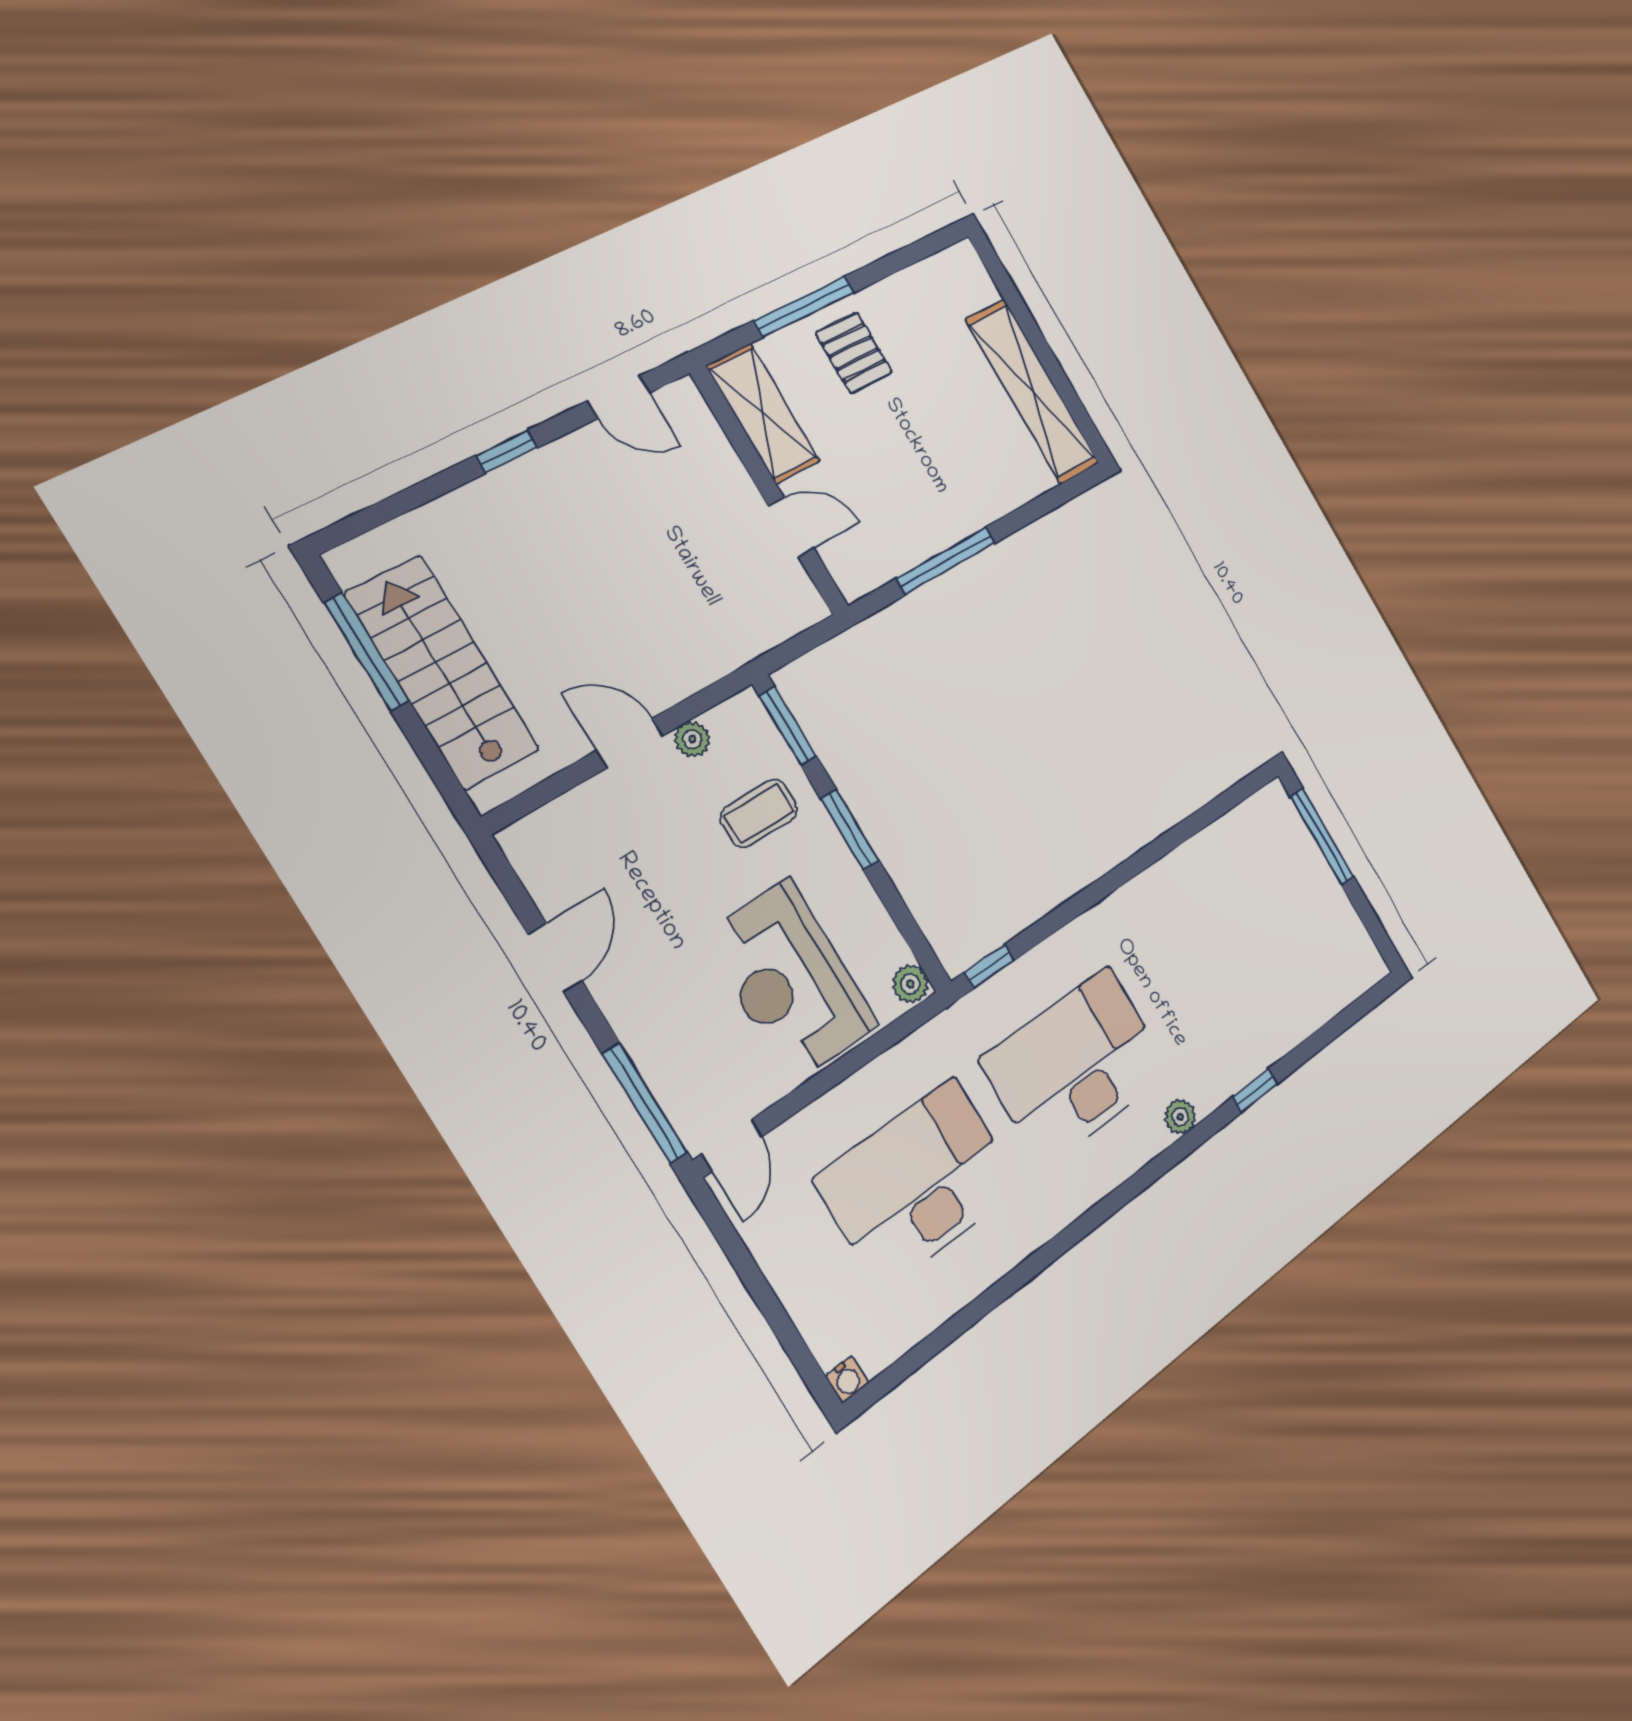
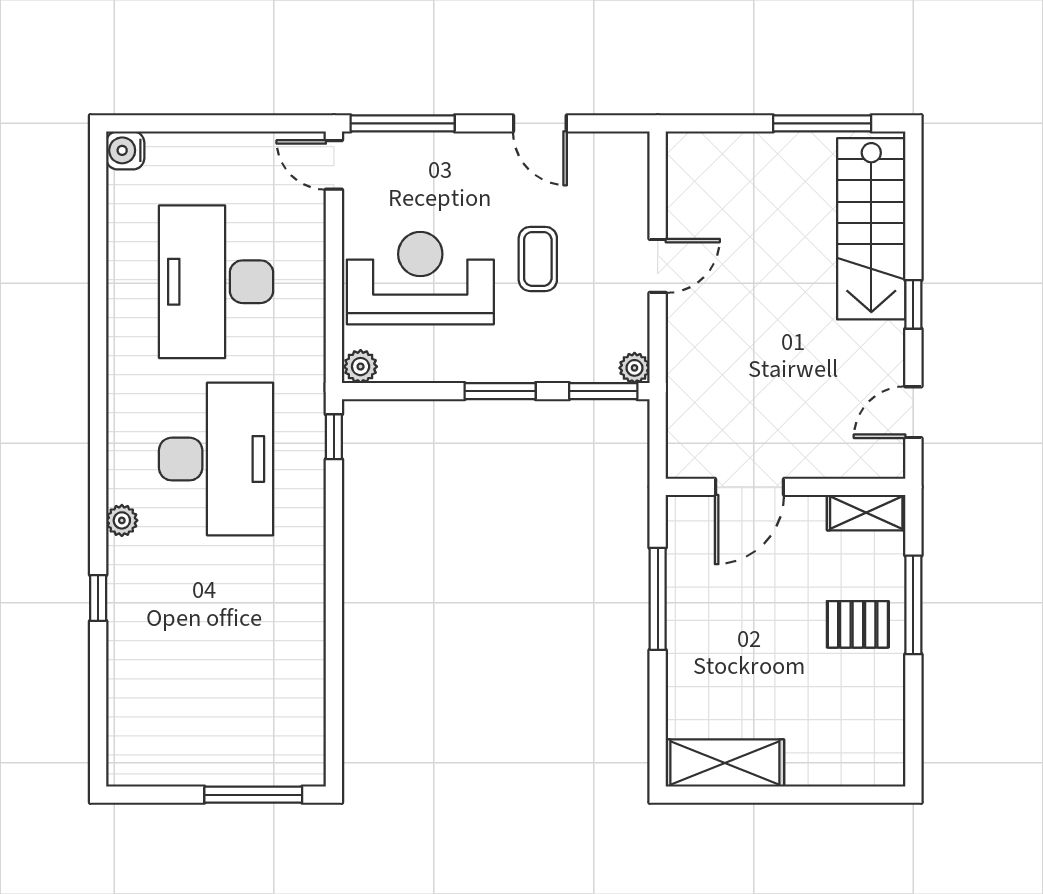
shelving: (1032, 392) -> (725, 763), width x0.68
shelving: (763, 414) -> (866, 513), width x0.67, depth x0.75
door: (791, 527) -> (749, 487), width x1.38
stairs: (442, 672) -> (871, 229), moved, turned 90
plant: (692, 739) -> (635, 368), moved
coffee table: (759, 813) -> (538, 259), moved
desk: (918, 1183) -> (216, 282), turned 180
water cooler: (847, 1379) -> (125, 150), width x1.38, depth x1.38

